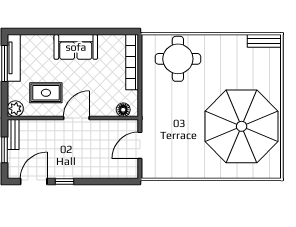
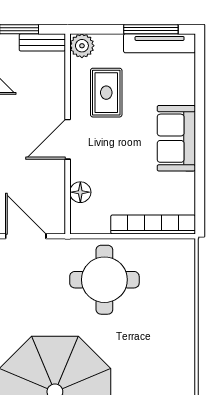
round table: (178, 59) -> (104, 280), moved
floor lamp: (123, 110) -> (80, 192), moved
door: (76, 118) -> (68, 139), swing flipped

